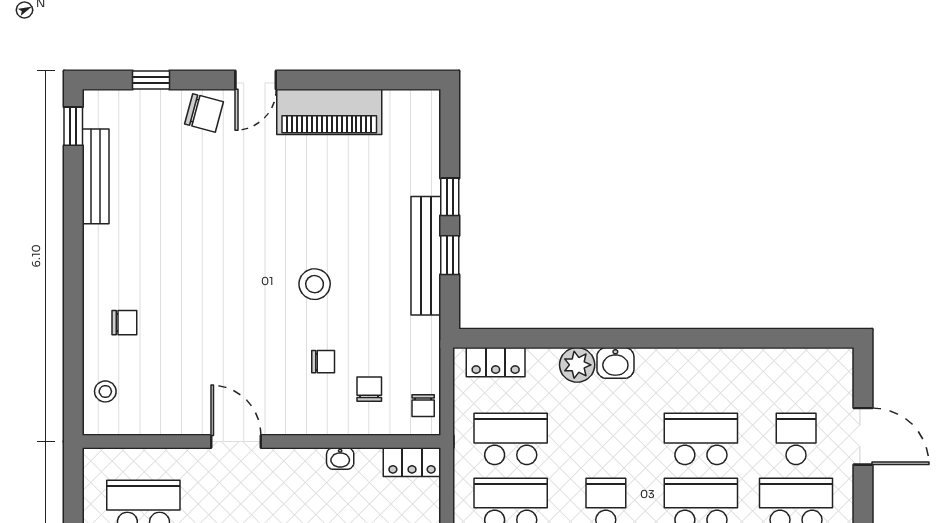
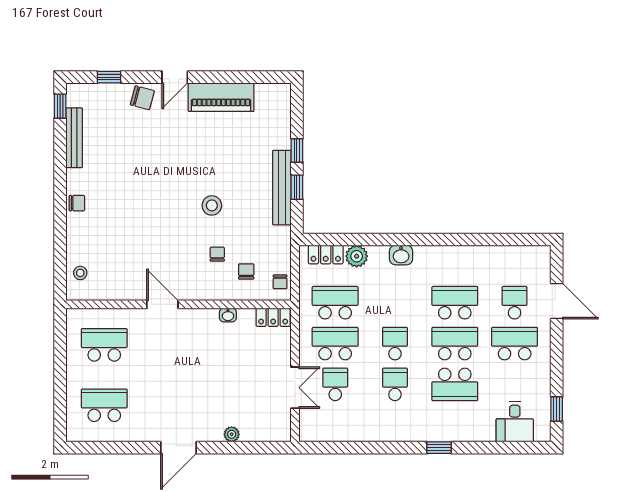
chair: (124, 323) -> (77, 203), moved
chair: (323, 362) -> (217, 254), turned -90
plant: (577, 365) -> (357, 256), moved

